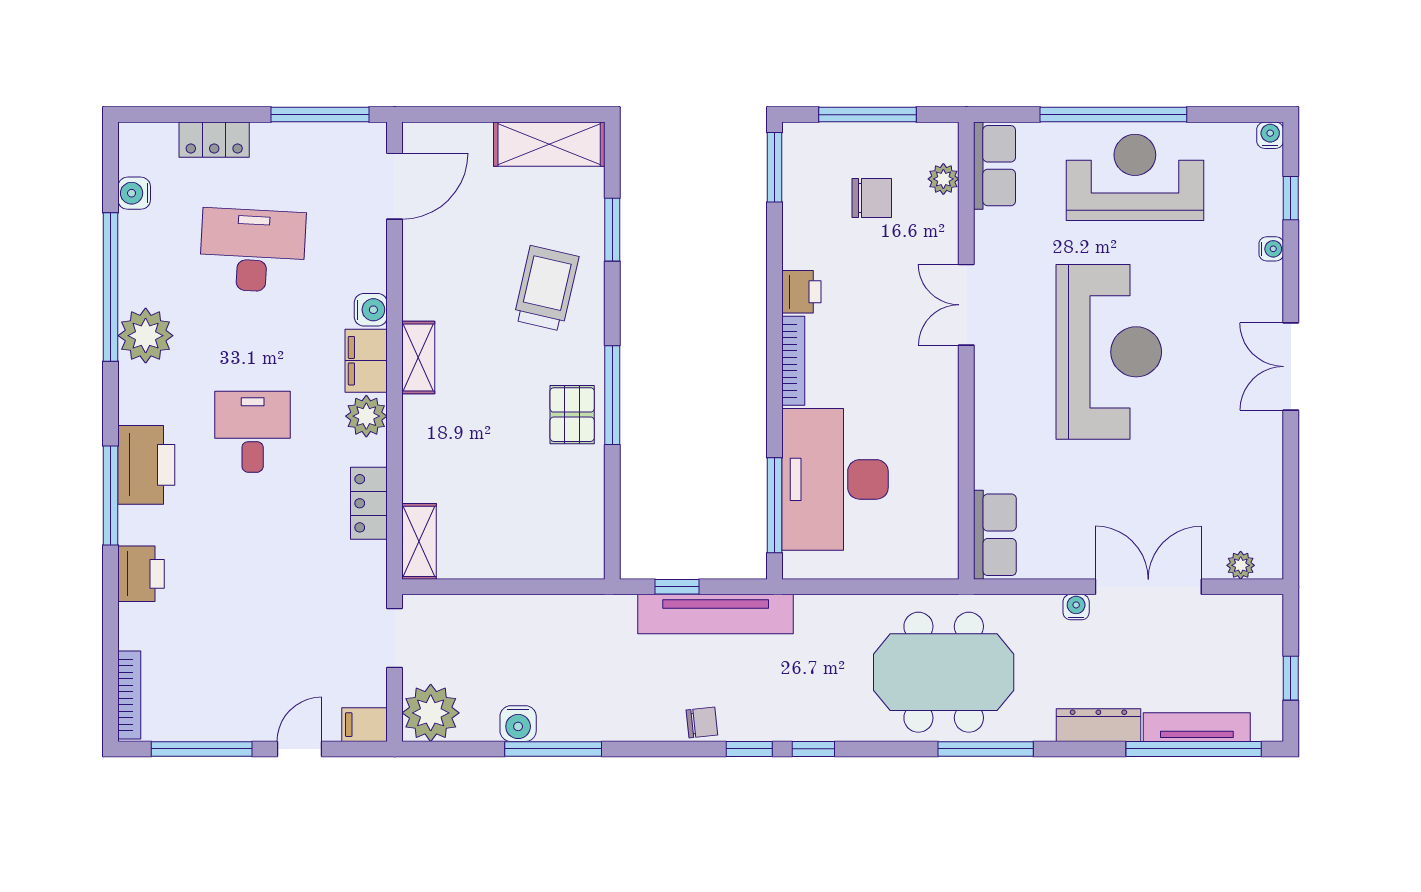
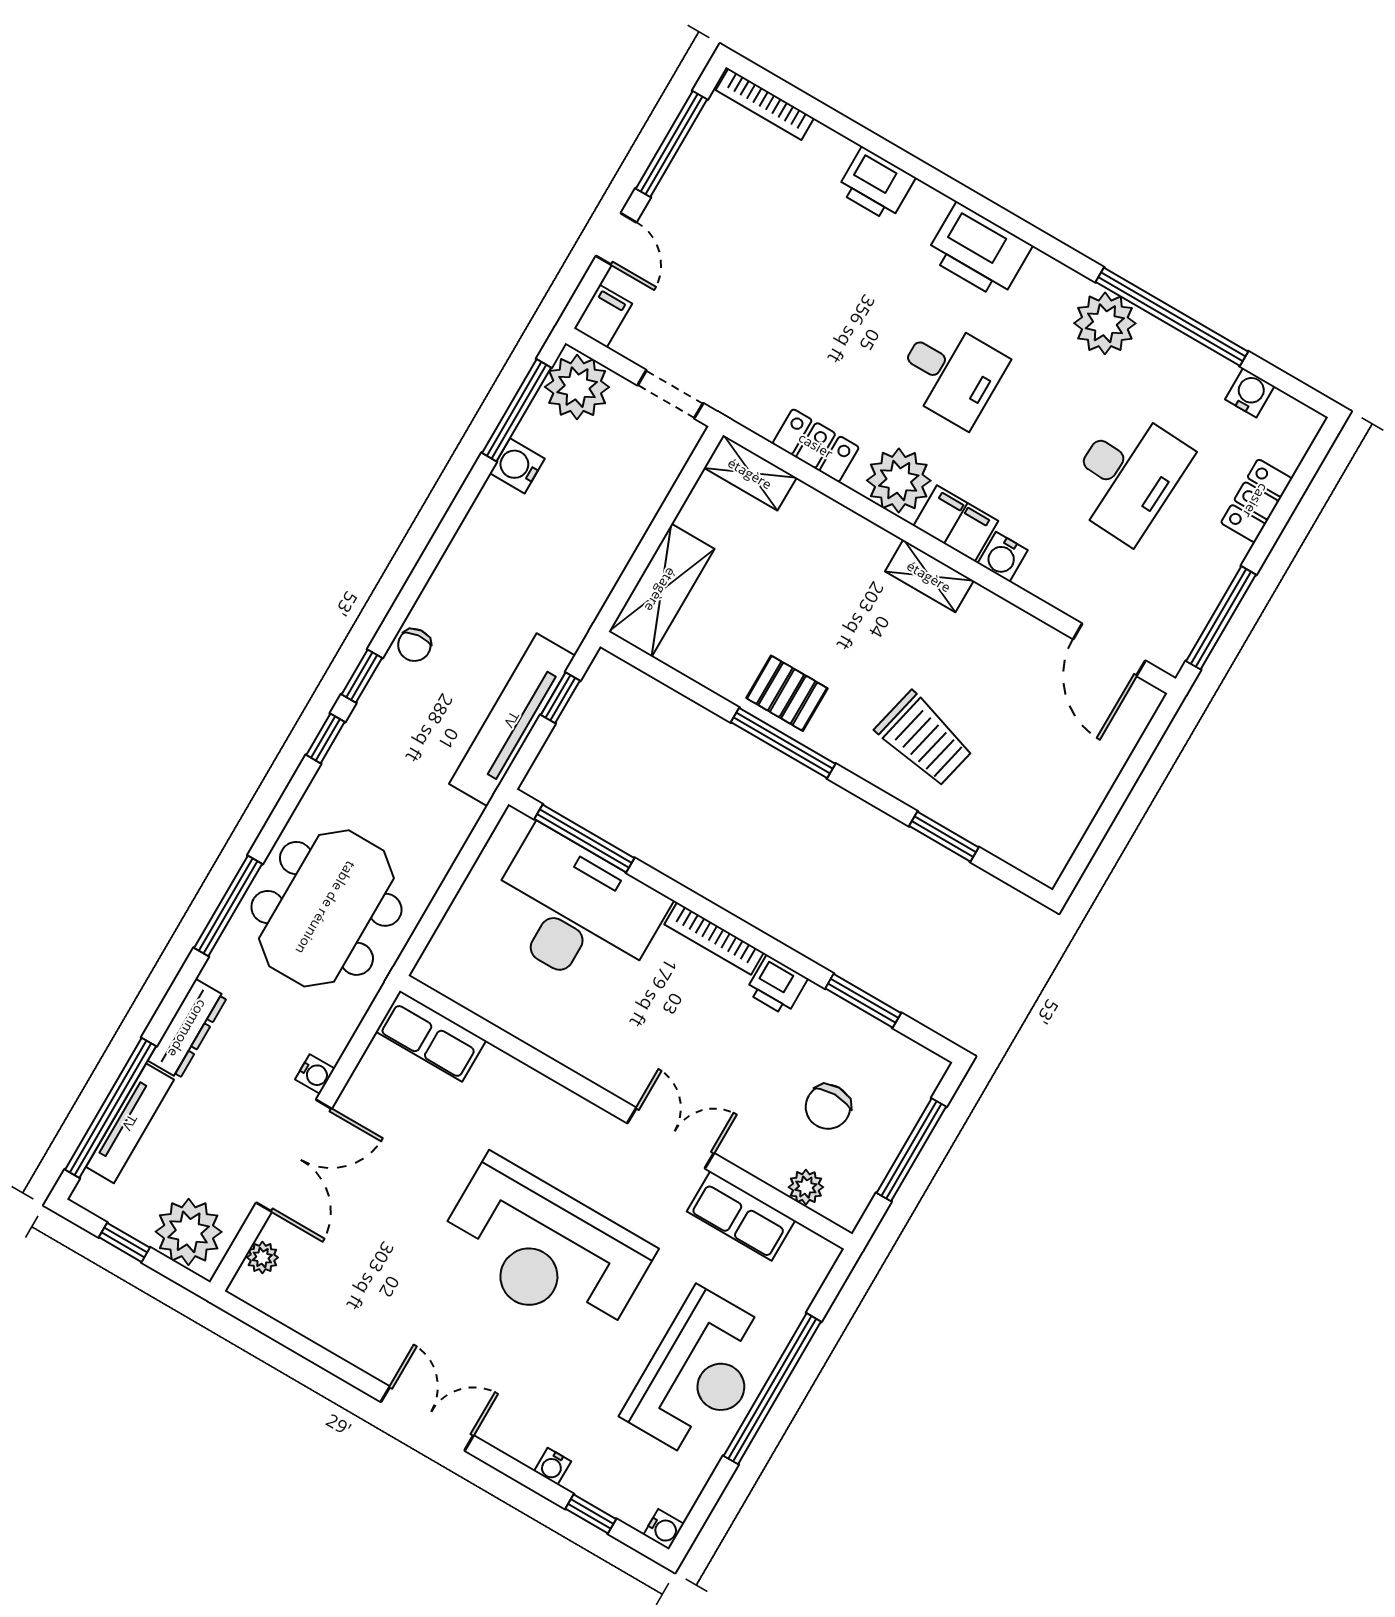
shelving: (549, 144) -> (661, 590), moved
row of seats: (995, 166) -> (741, 1216), moved
window: (774, 167) -> (863, 1001), moved
plant: (366, 416) -> (899, 481), width x1.36, depth x1.36
window: (111, 496) -> (969, 199), removed
plant: (1254, 633) -> (189, 1232), added
window: (553, 749) -> (517, 410), moved

